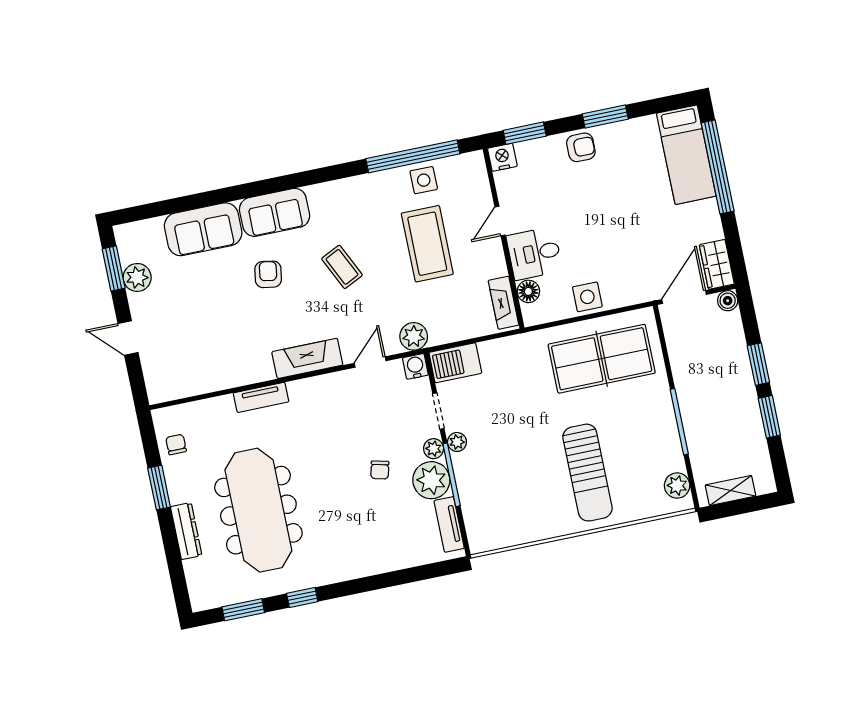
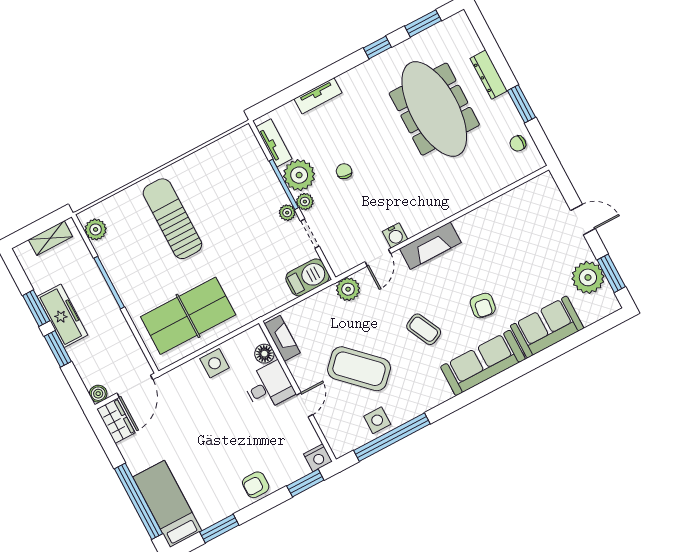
window: (605, 116) -> (219, 529), moved
sofa: (275, 212) -> (483, 363), width x1.36
coffee table: (427, 244) -> (359, 369), turned -46
plant: (137, 277) -> (588, 277), width x1.36, depth x1.36
water cooler: (415, 366) -> (395, 235), moved
tv unit: (261, 397) -> (318, 96), moved, turned 180
freezer: (742, 400) -> (62, 316), added
chair: (176, 444) -> (518, 143), turned 90

